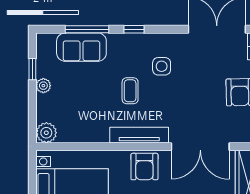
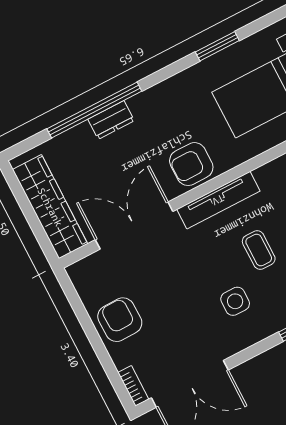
armchair: (144, 167) -> (191, 164), turned -90

